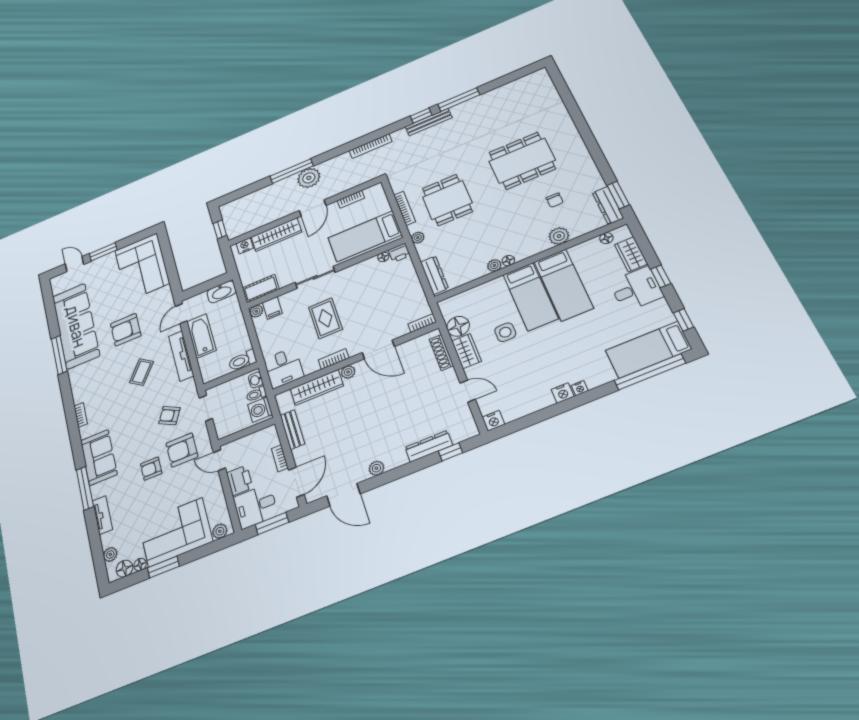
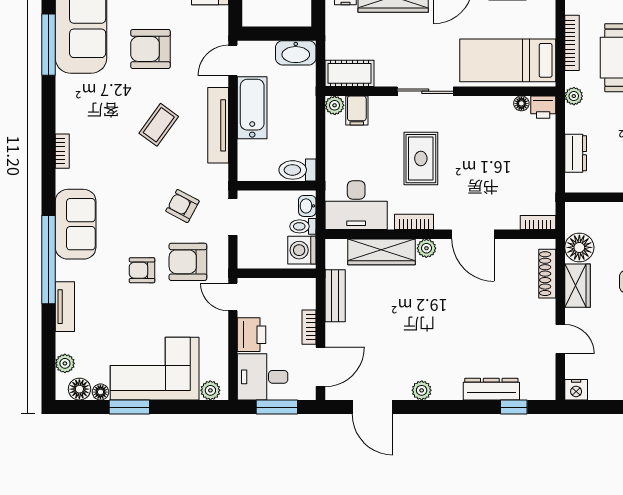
dresser: (434, 275) -> (576, 153), width x0.70
desk: (284, 368) -> (356, 205), width x1.37
window: (85, 488) -> (48, 260), width x1.46

